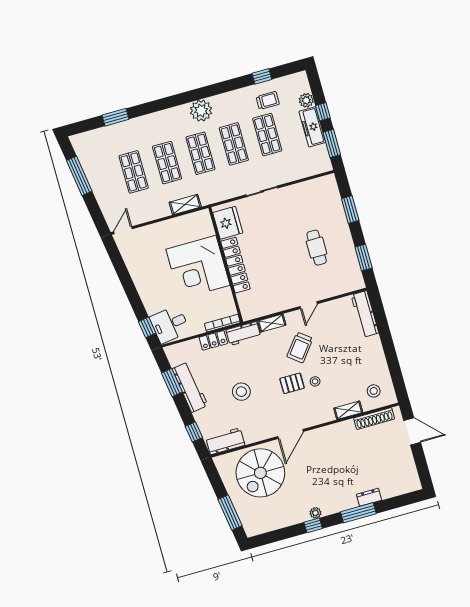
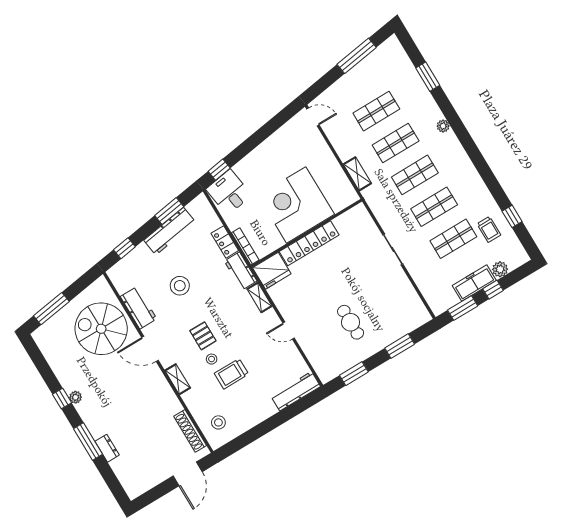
plant: (201, 111) -> (443, 126), moved, width x0.53, depth x0.53
fridge: (228, 223) -> (272, 271), moved
cafe table: (317, 248) -> (351, 322), turned 90
trolley: (300, 347) -> (231, 374), moved, turned -38
shelving: (348, 410) -> (178, 379), moved
workbench: (225, 441) -> (139, 308), moved

